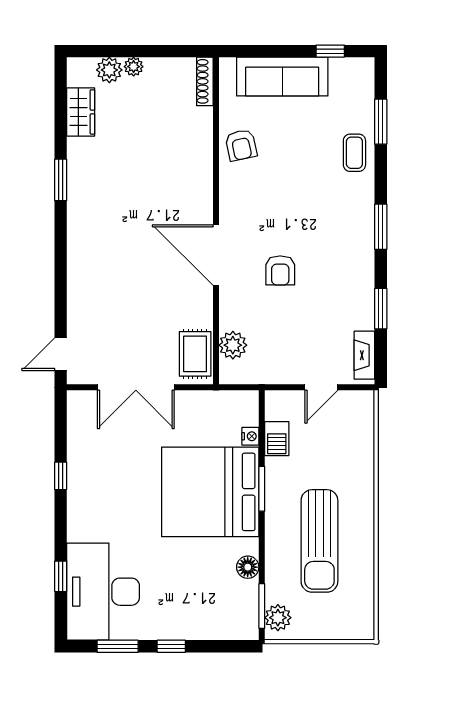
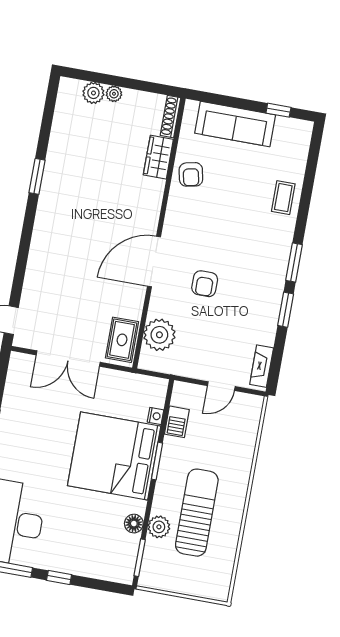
wardrobe: (81, 112) -> (158, 157), moved, turned 180
window: (381, 122) -> (310, 176), removed
door: (216, 255) -> (154, 261), hinge flipped
window: (381, 309) -> (286, 310), moved
plant: (233, 345) -> (159, 335), width x1.36, depth x1.36
sun lounger: (319, 541) -> (197, 513), turned 180
plant: (278, 618) -> (159, 527), moved

